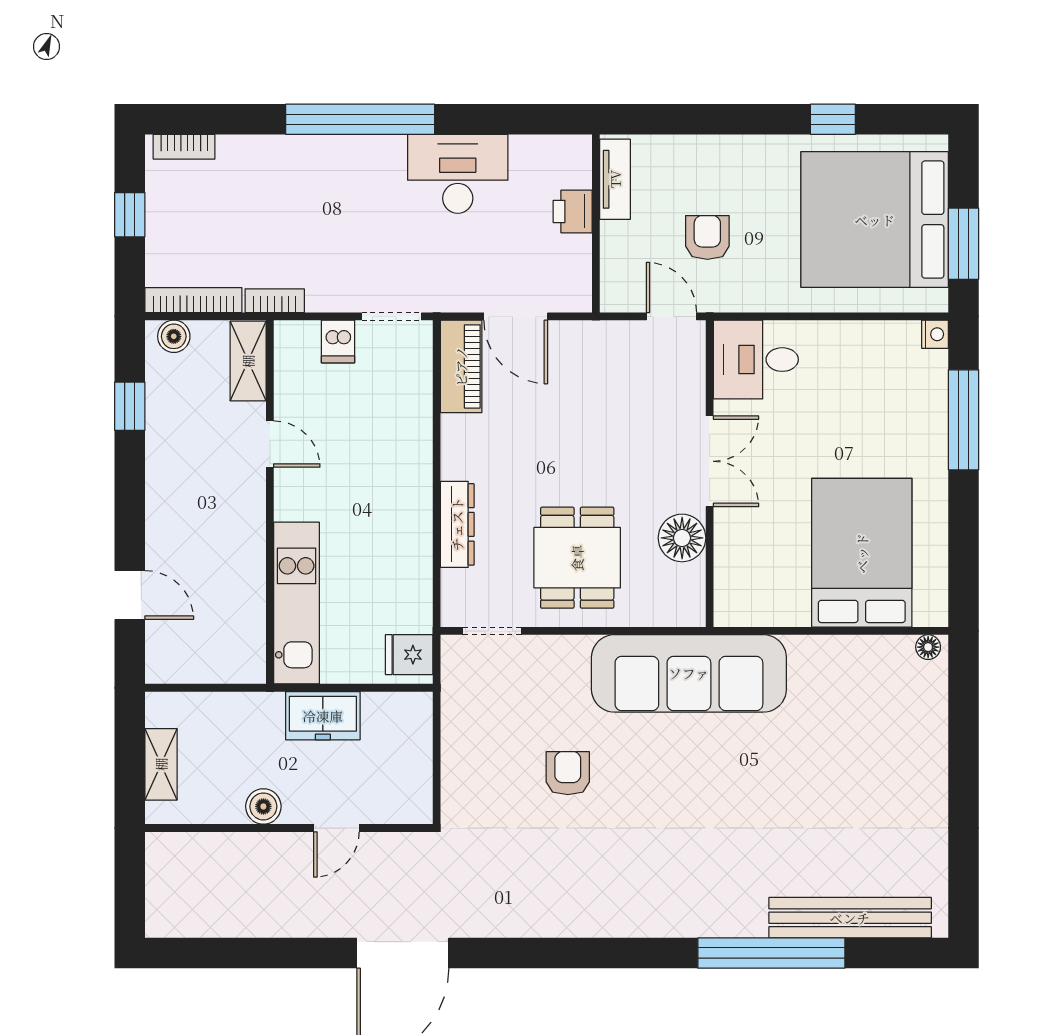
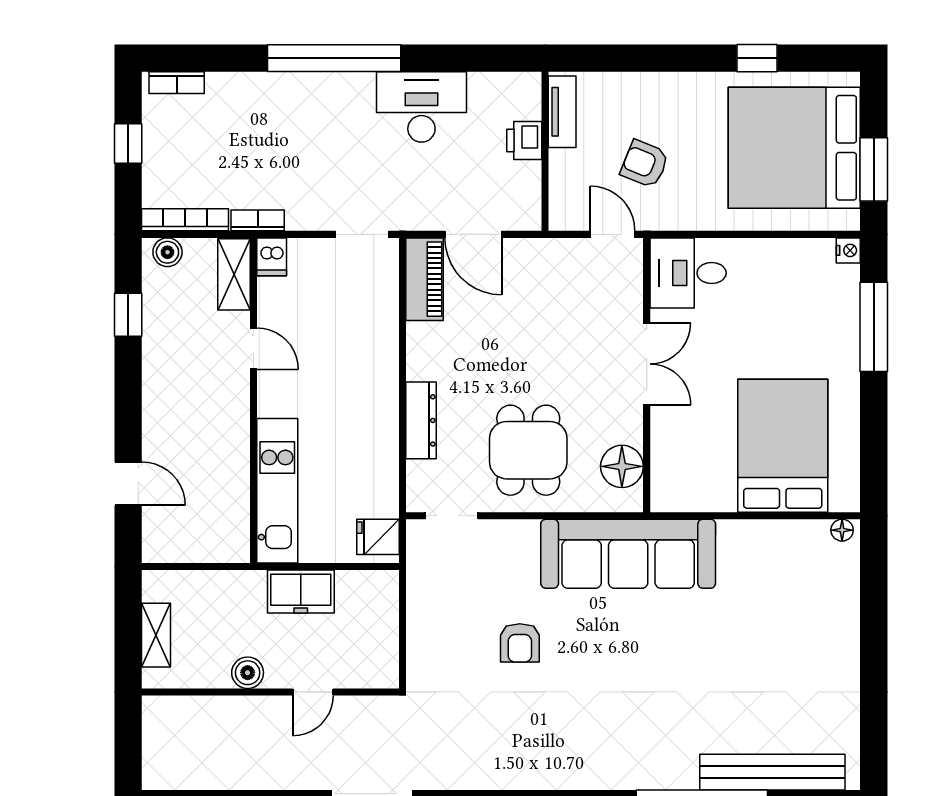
armchair: (707, 237) -> (645, 164), turned -68
dishwasher: (338, 341) -> (272, 257), moved
floor lamp: (682, 538) -> (622, 466), moved
armchair: (568, 773) -> (520, 643), turned 180

